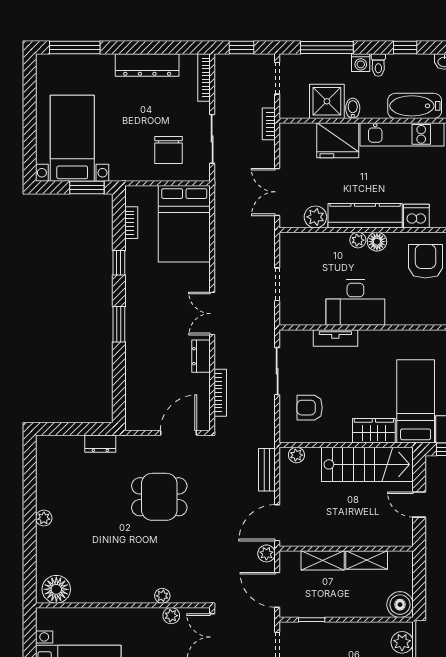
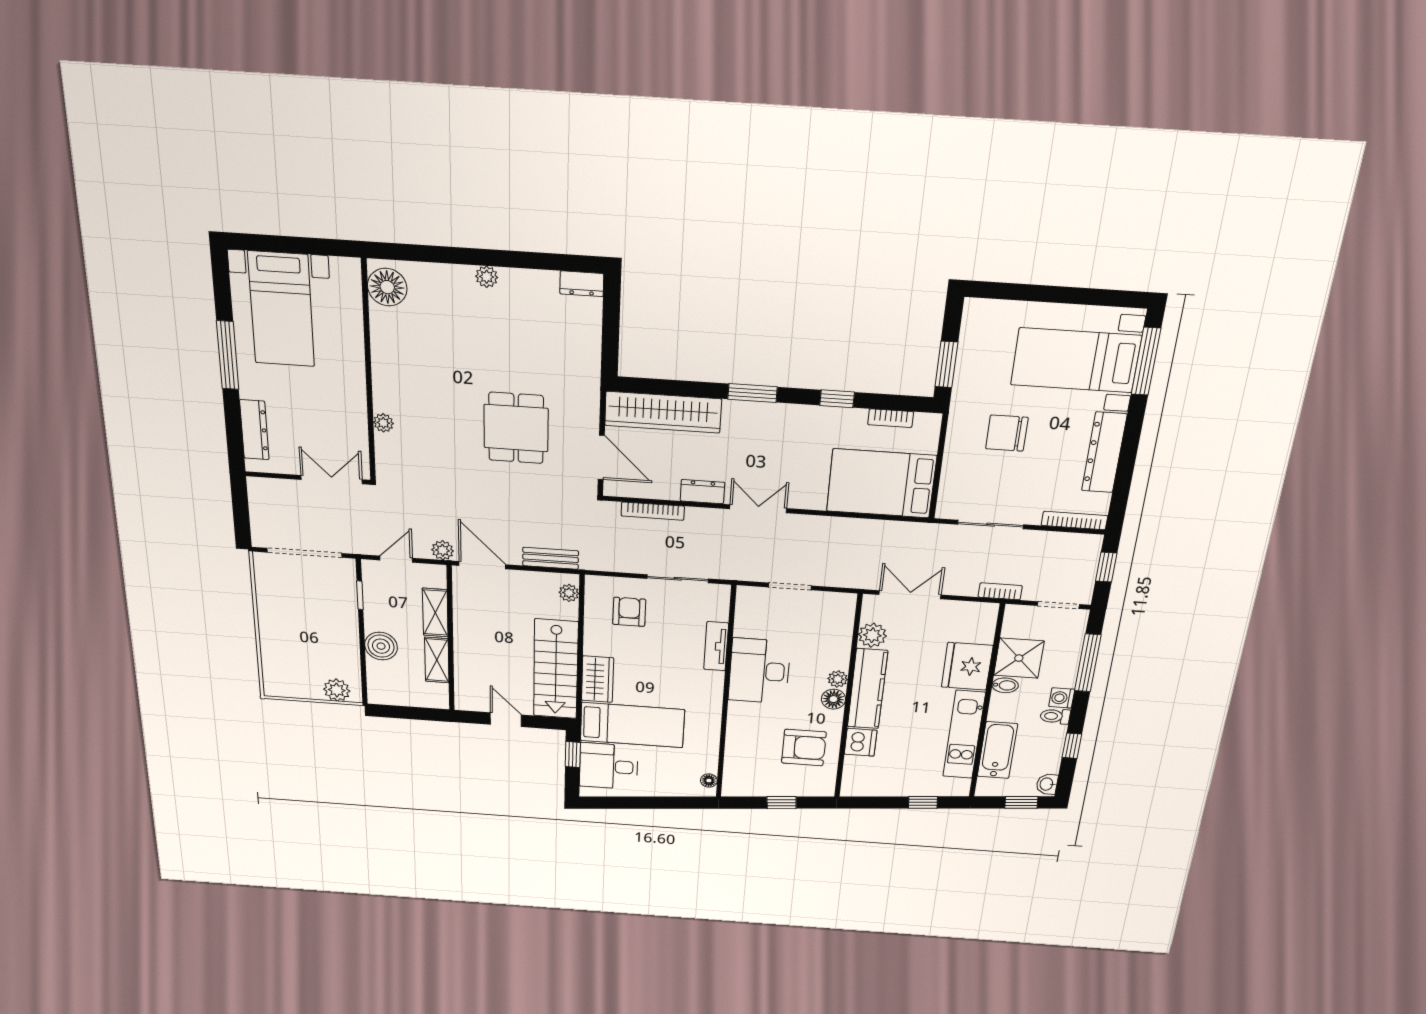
bed with nightstands: (72, 138) -> (1076, 360), moved, turned 180
chair: (169, 150) -> (1007, 433), moved
wardrobe: (139, 389) -> (663, 412), added
dresser: (100, 444) -> (582, 284), moved, turned -90
door: (419, 504) -> (506, 720), hinge flipped
door: (277, 590) -> (396, 559), width x0.73
boiler: (400, 605) -> (381, 646), moved
plant: (171, 616) -> (357, 432), removed

